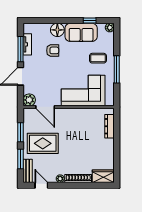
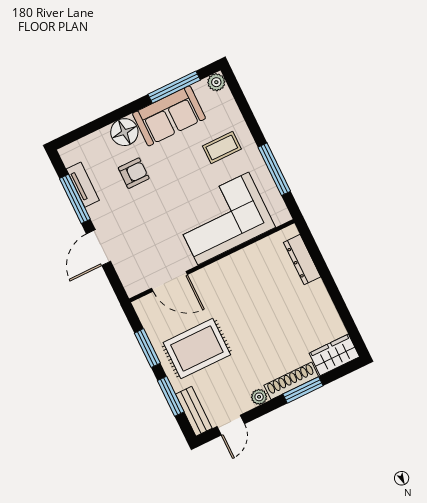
window: (90, 21) -> (174, 87), width x2.17
window: (117, 69) -> (274, 169), moved
plant: (29, 100) -> (135, 282), removed
door: (41, 185) -> (231, 425), swing flipped
window: (82, 185) -> (303, 390), added

